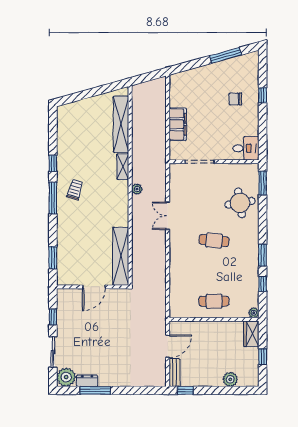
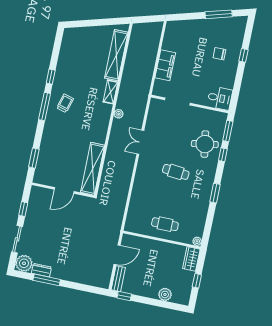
window: (263, 284) -> (223, 155), moved

